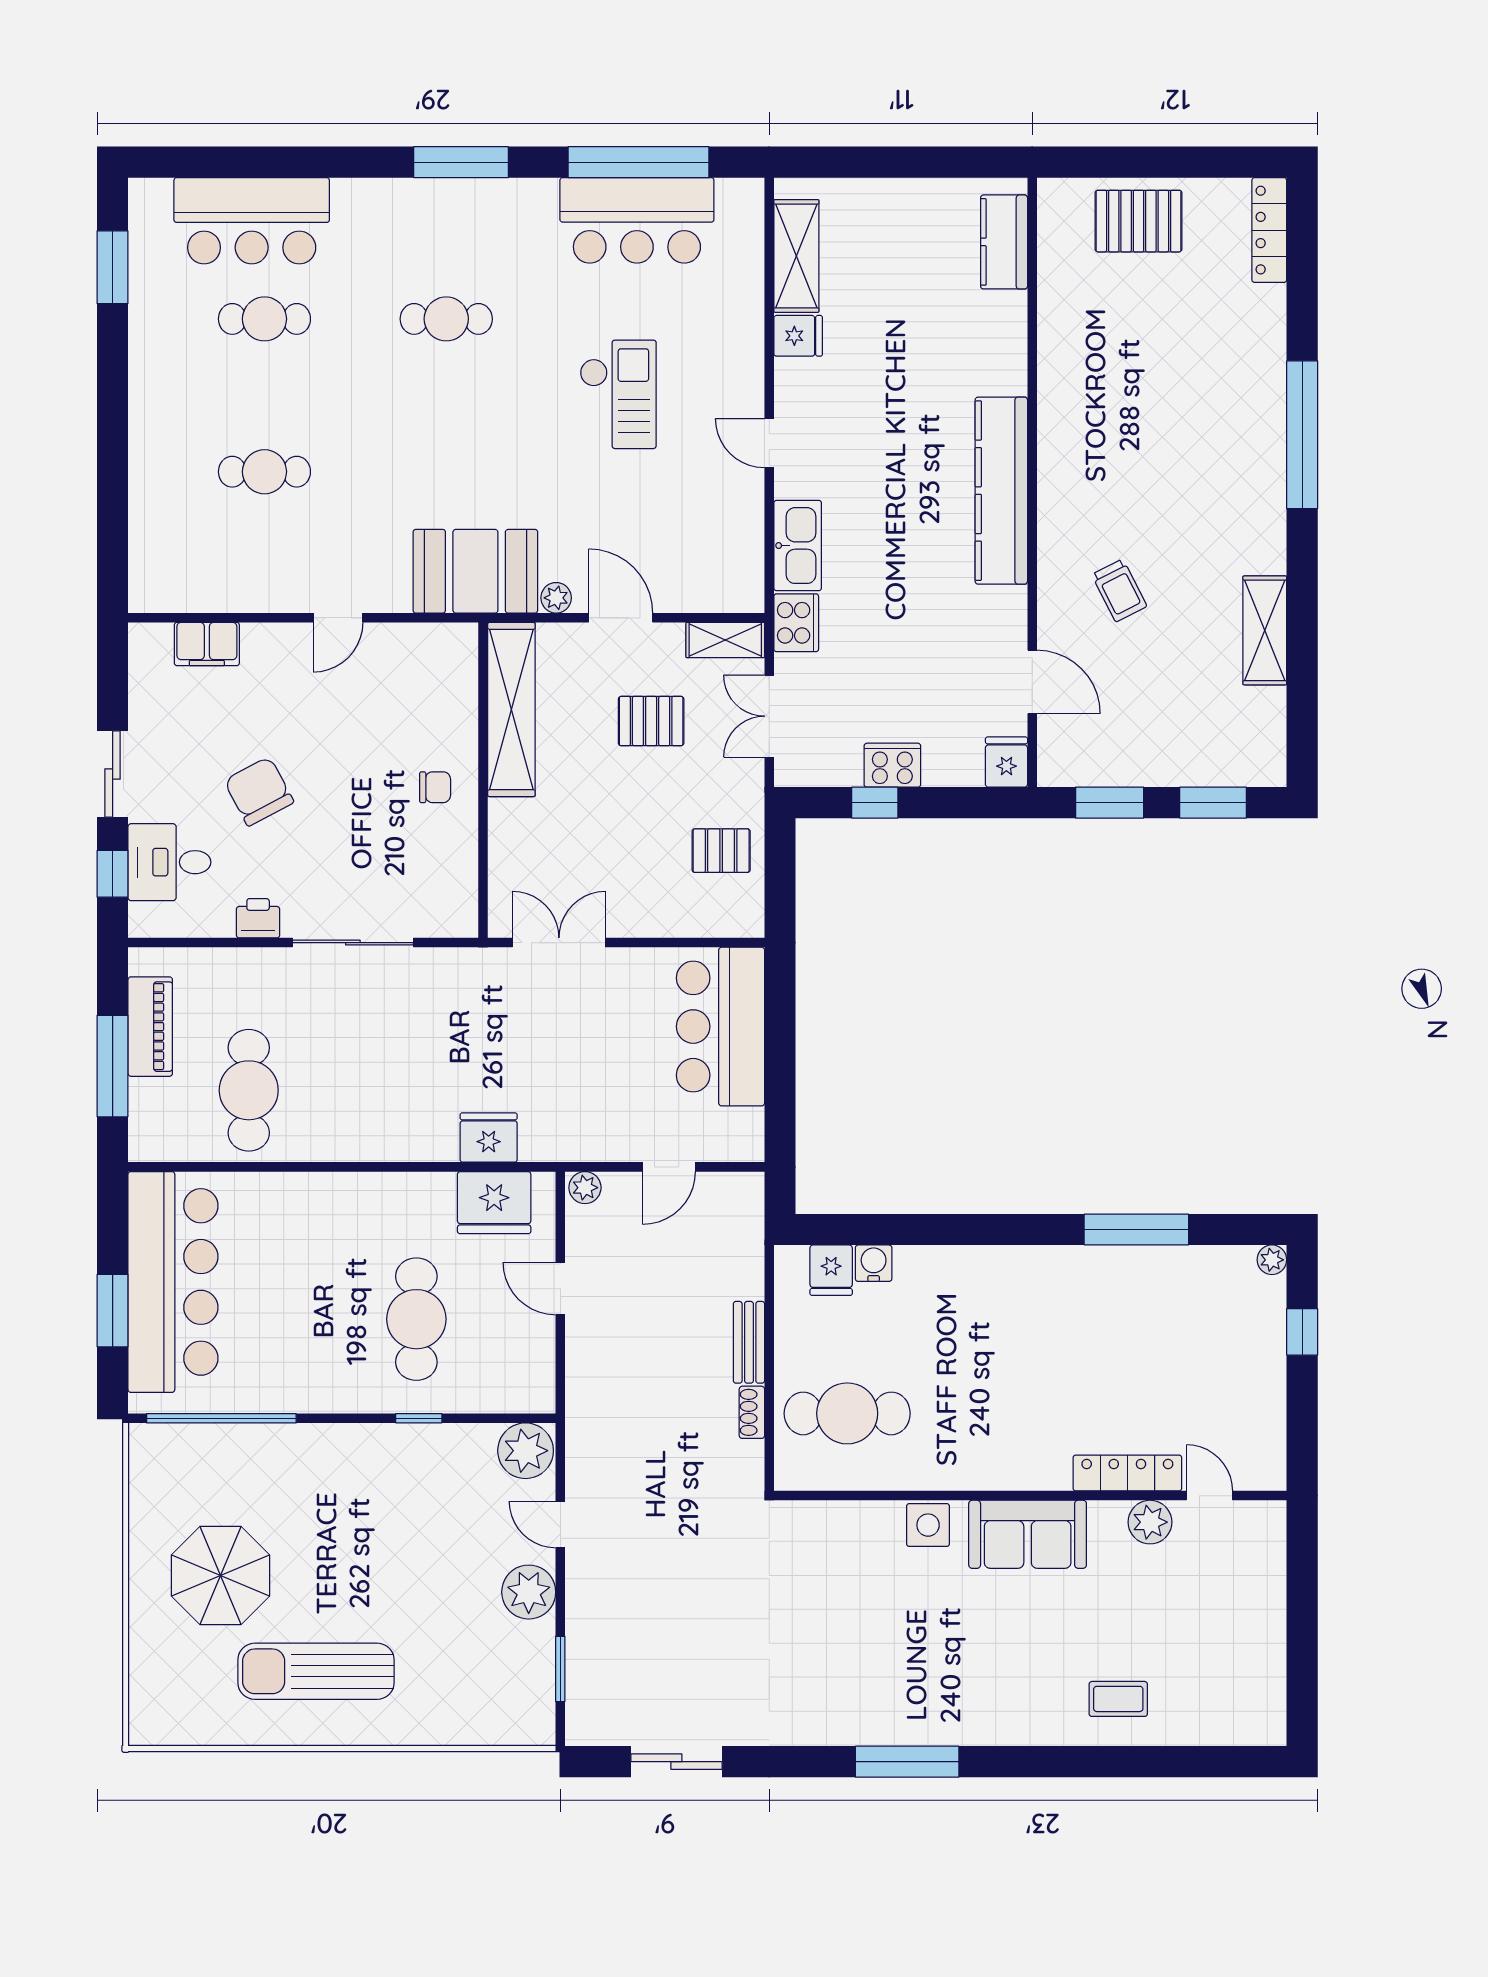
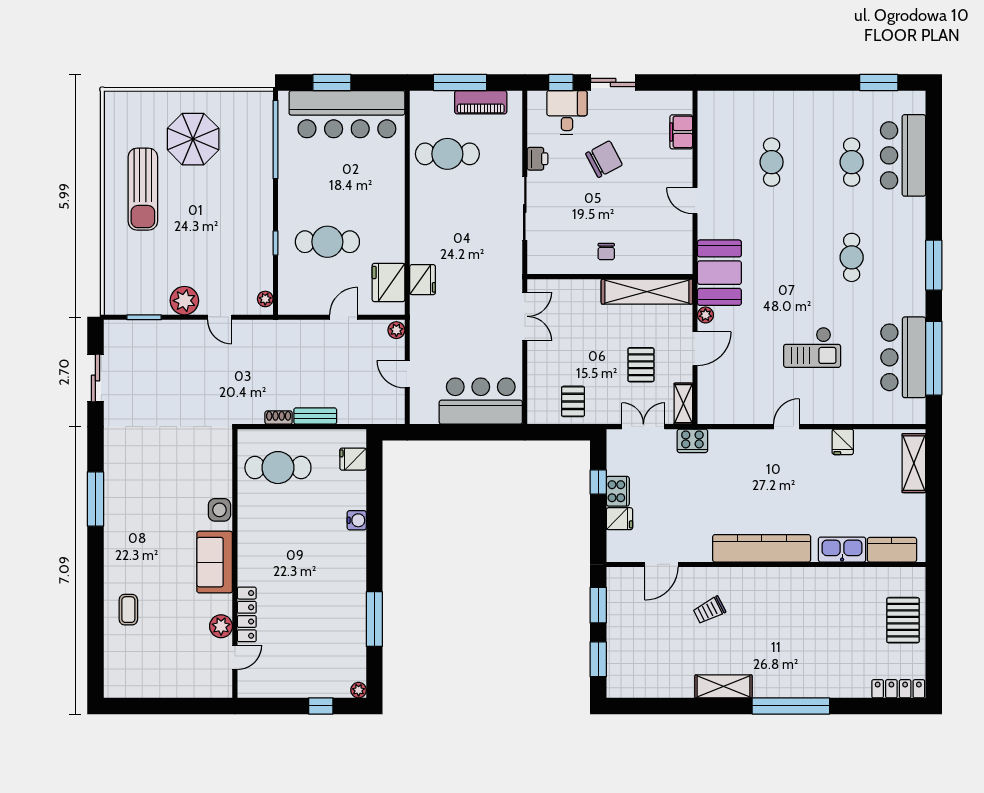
shelving: (796, 256) -> (914, 463), moved, turned 90
kitchen sink: (798, 546) -> (842, 550), moved, turned 180
shelving: (1265, 630) -> (723, 686), moved
fridge: (1006, 762) -> (619, 519), moved
water cooler: (874, 1263) -> (357, 520), moved
cafe table: (847, 1413) -> (278, 468), turned 90
plant: (526, 1451) -> (265, 299), width x0.53, depth x0.53
door: (560, 1525) -> (220, 317), swing flipped
sun lounger: (316, 1671) -> (143, 189), turned 180

